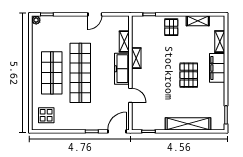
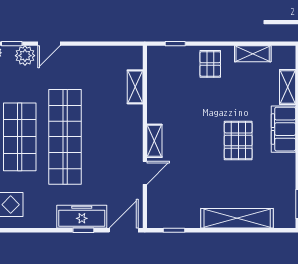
door: (95, 14) -> (49, 44), moved
plant: (55, 22) -> (25, 56), added
shelving: (136, 58) -> (154, 141), moved
freezer: (122, 69) -> (82, 217), moved, turned 90
door: (130, 95) -> (145, 173), hinge flipped

